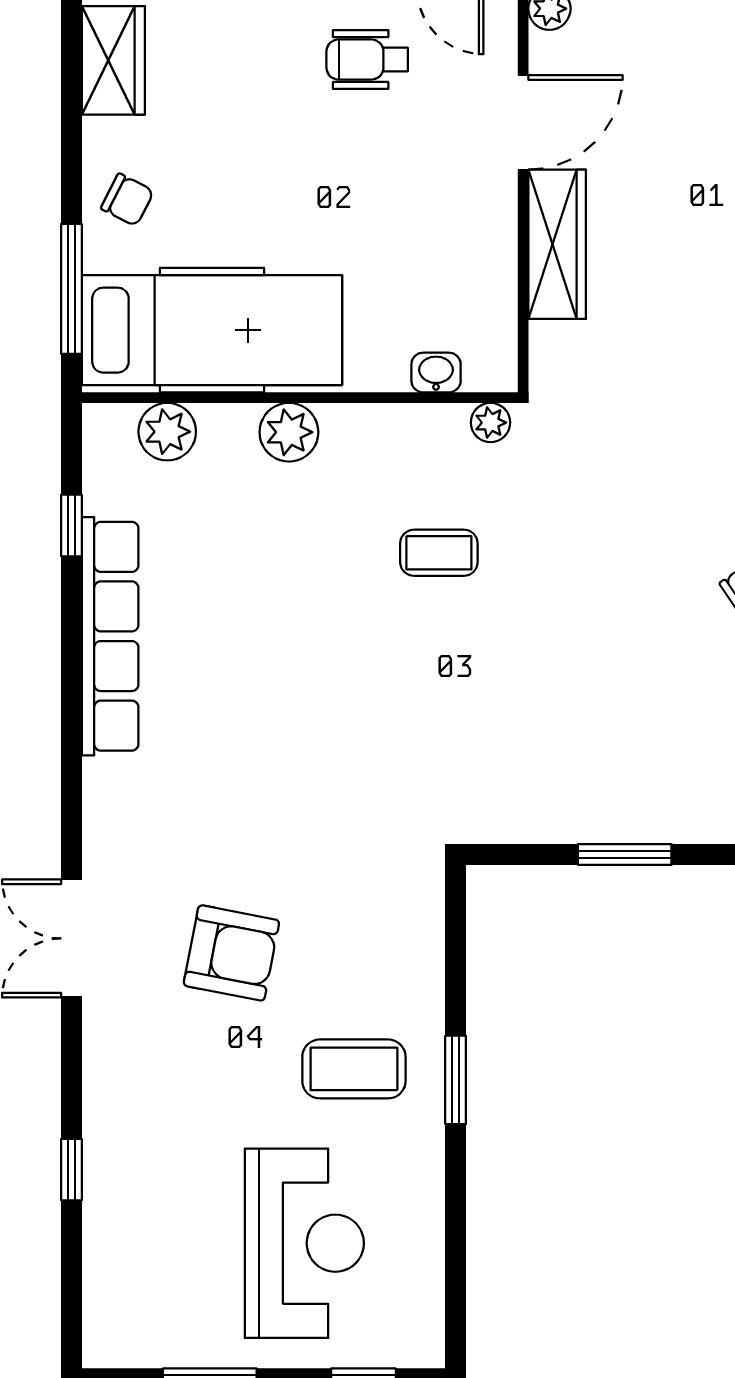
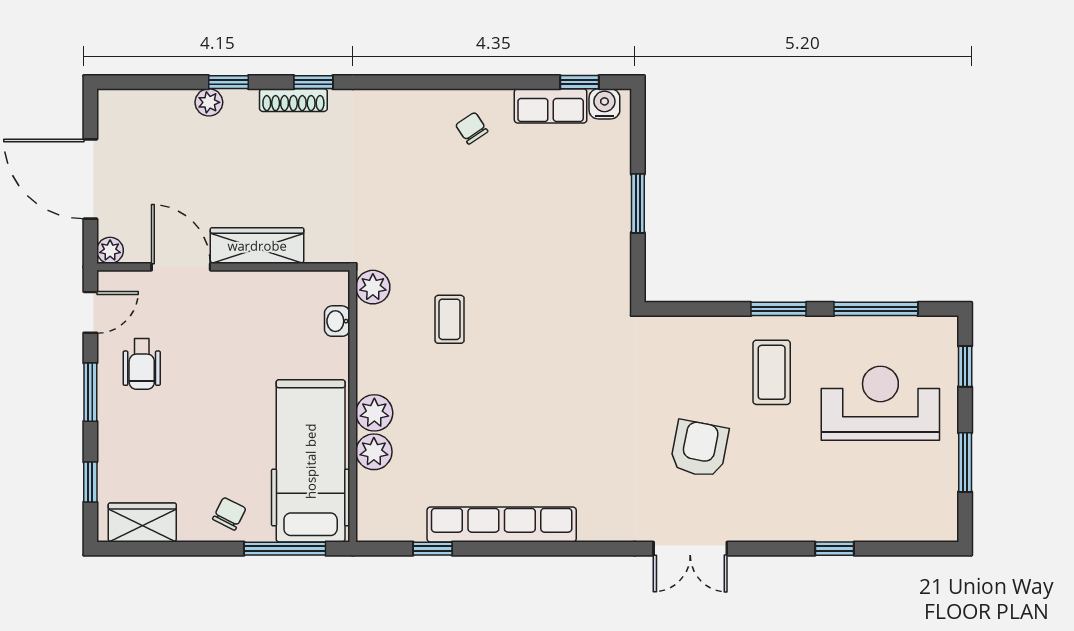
plant: (491, 423) -> (373, 287), width x1.38, depth x1.38
plant: (167, 432) -> (374, 452), moved
window: (456, 1236) -> (876, 309), added

